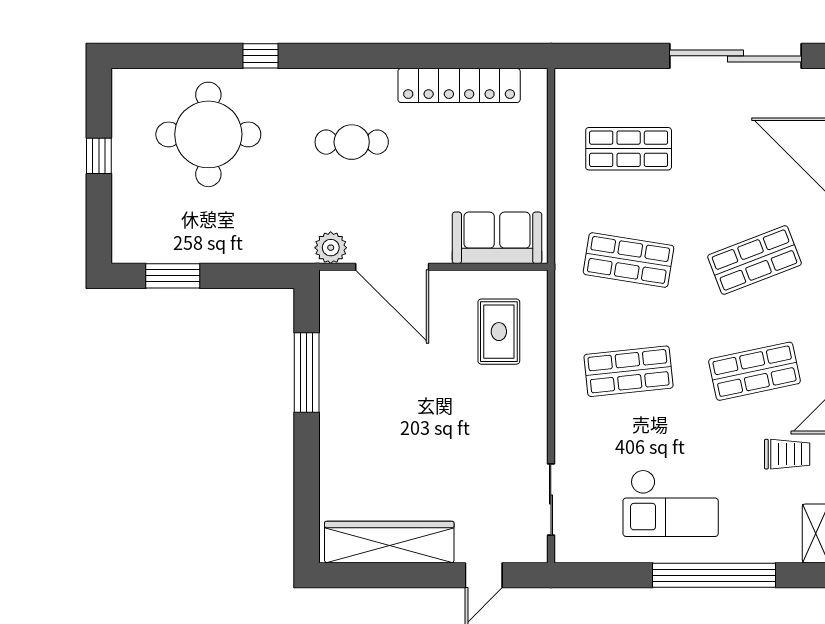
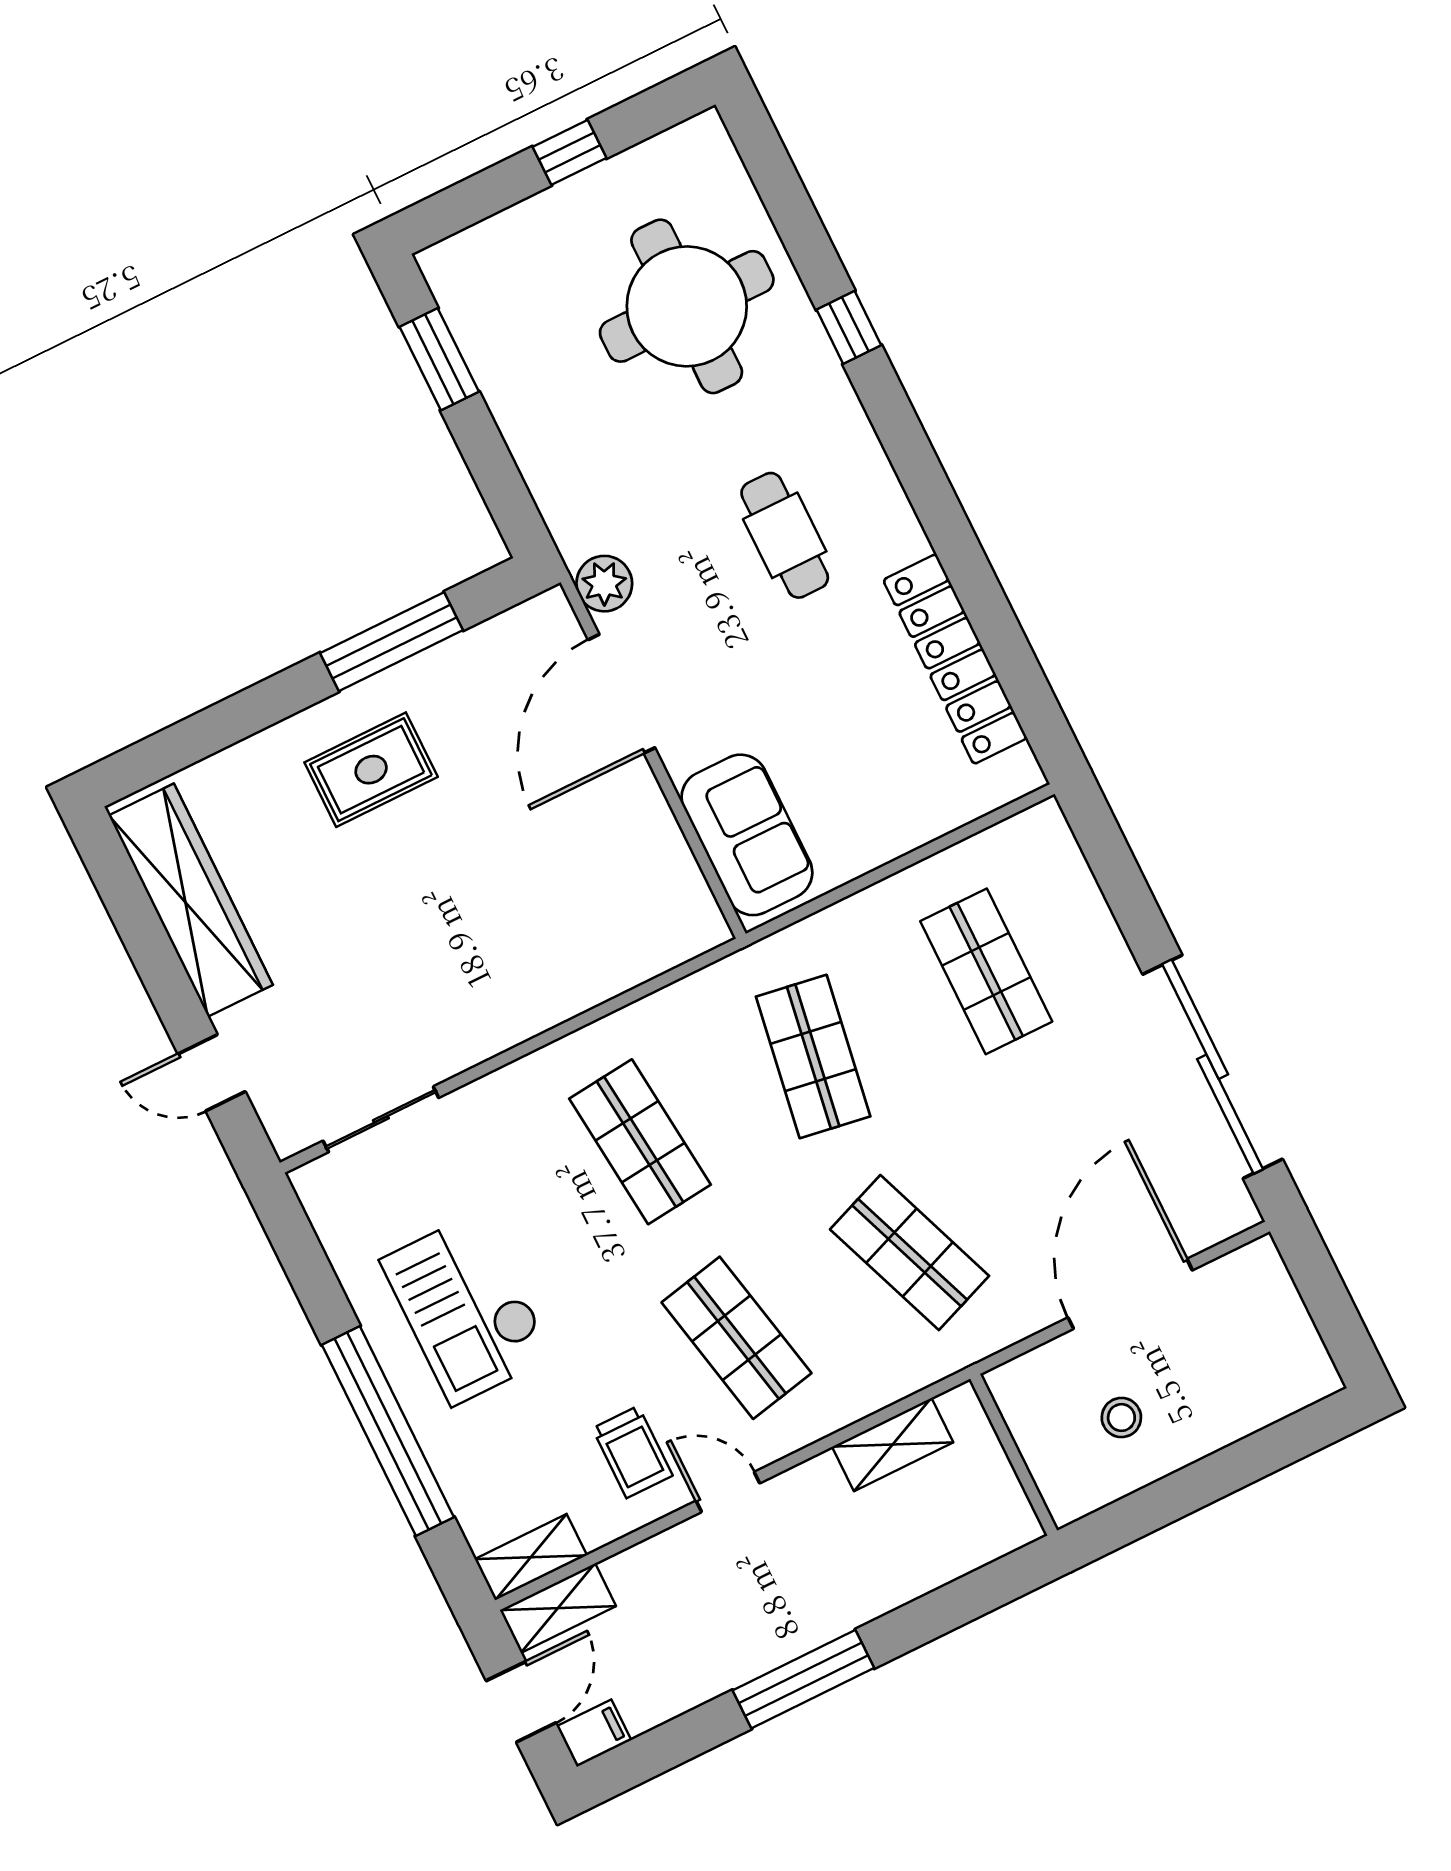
rug: (499, 332) -> (371, 770), moved

